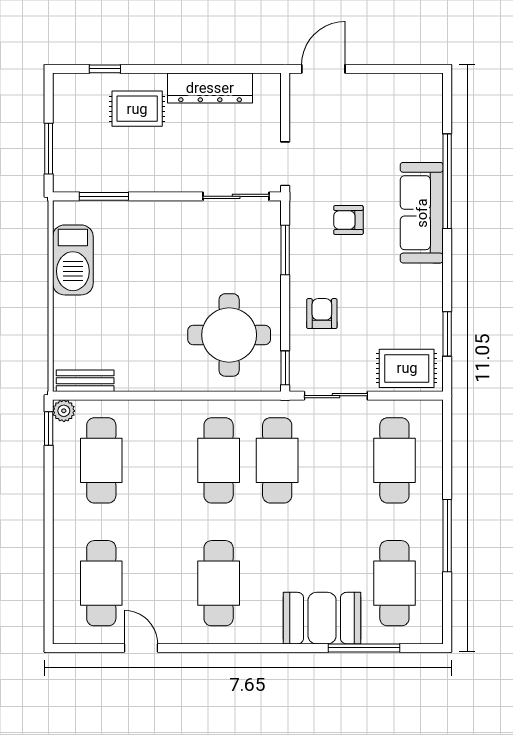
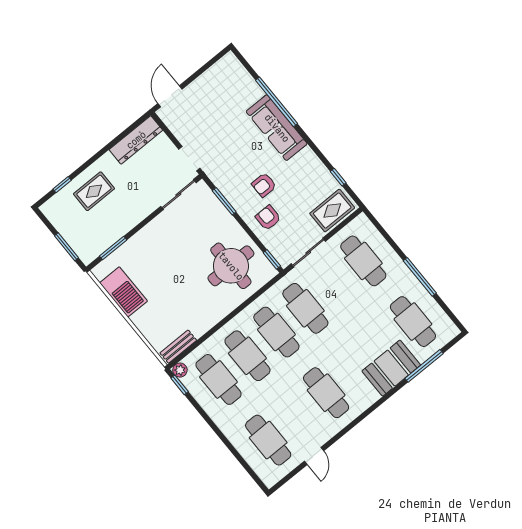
dresser: (210, 88) -> (136, 140), moved
armchair: (348, 220) -> (264, 185), moved
window: (447, 334) -> (338, 177), width x0.67
cafe table: (160, 460) -> (247, 356), added
door: (141, 648) -> (314, 456), swing flipped

